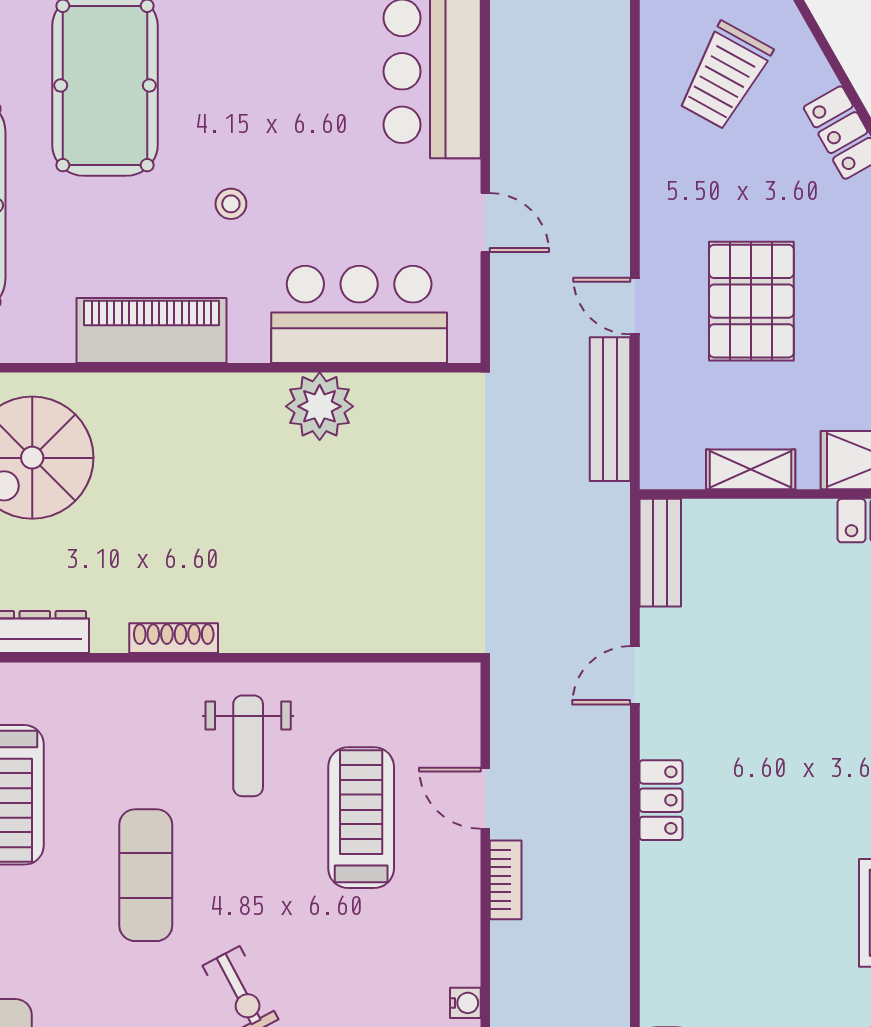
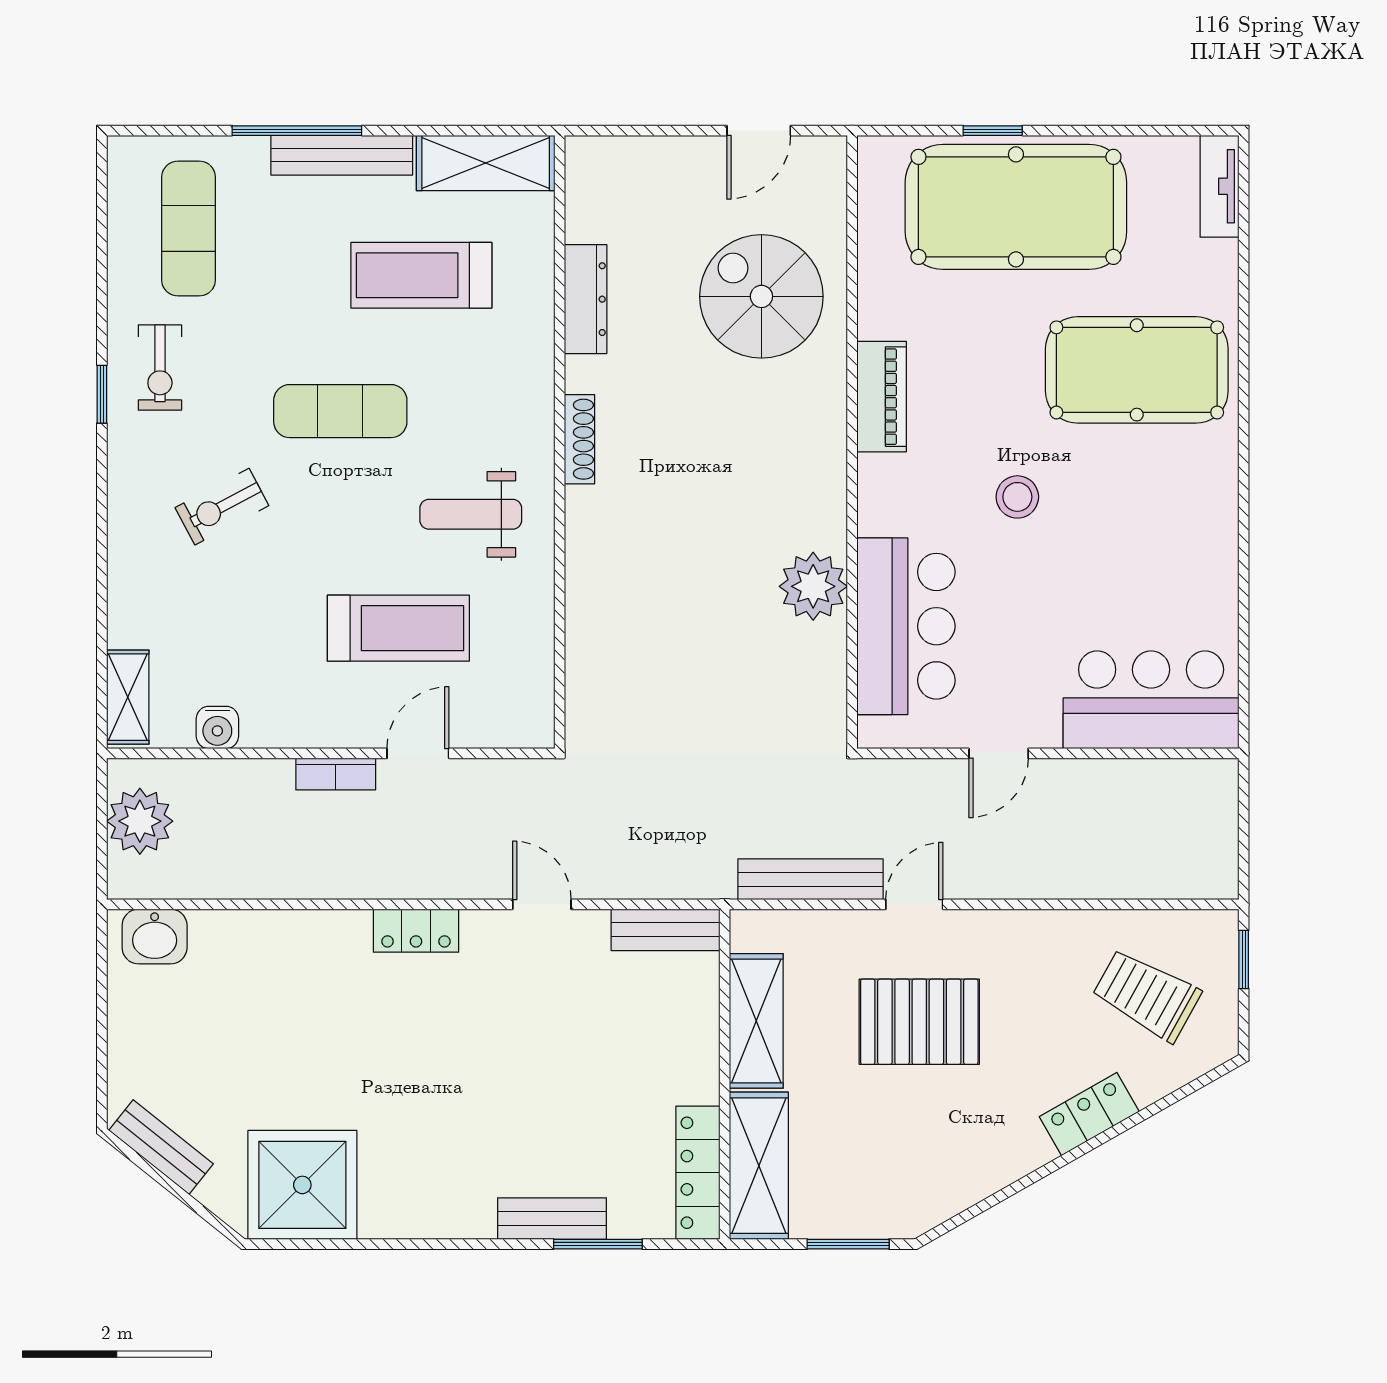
stool: (231, 204) -> (1017, 497), width x1.37, depth x1.37
piano: (152, 331) -> (882, 397), width x0.73, depth x0.75
shelving: (751, 469) -> (756, 1021), width x1.50, depth x1.33
water cooler: (465, 1003) -> (217, 727), width x1.38, depth x1.38

